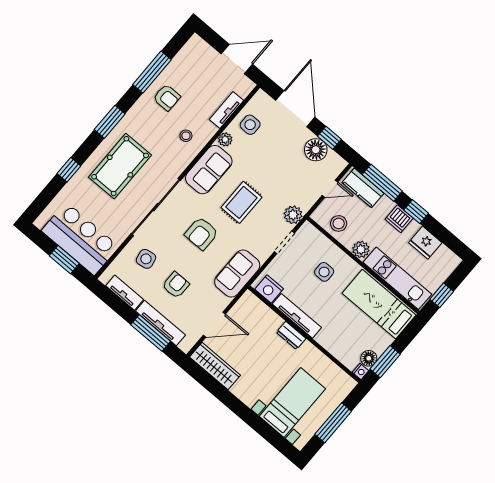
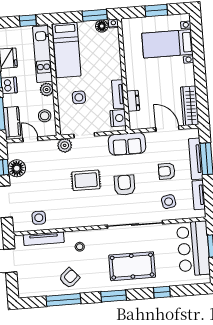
armchair: (167, 97) -> (69, 278), turned 48
tv unit: (226, 110) -> (44, 239), width x1.41
plant: (225, 139) -> (60, 223), removed
sofa: (209, 170) -> (86, 216), removed
armchair: (202, 233) -> (125, 185), turned -90
tv unit: (297, 316) -> (118, 94), width x0.71
dresser: (291, 335) -> (133, 101), moved
window: (333, 423) -> (156, 10), width x0.69

